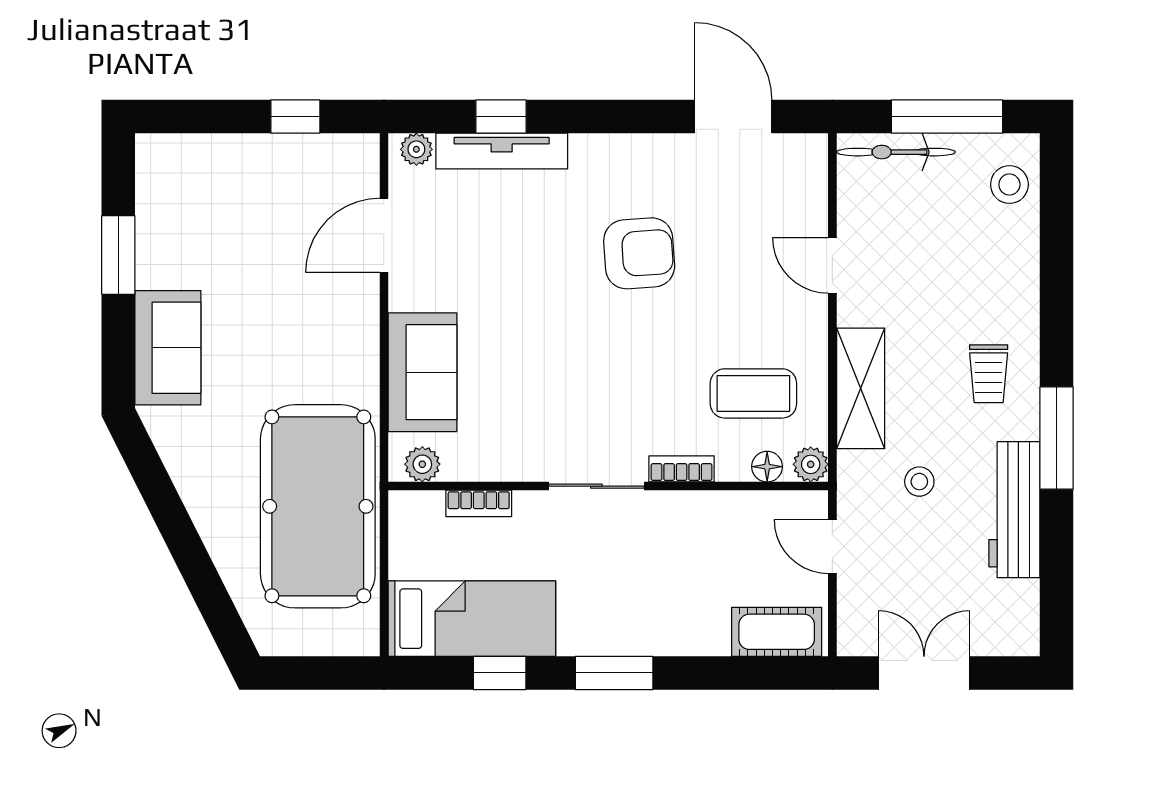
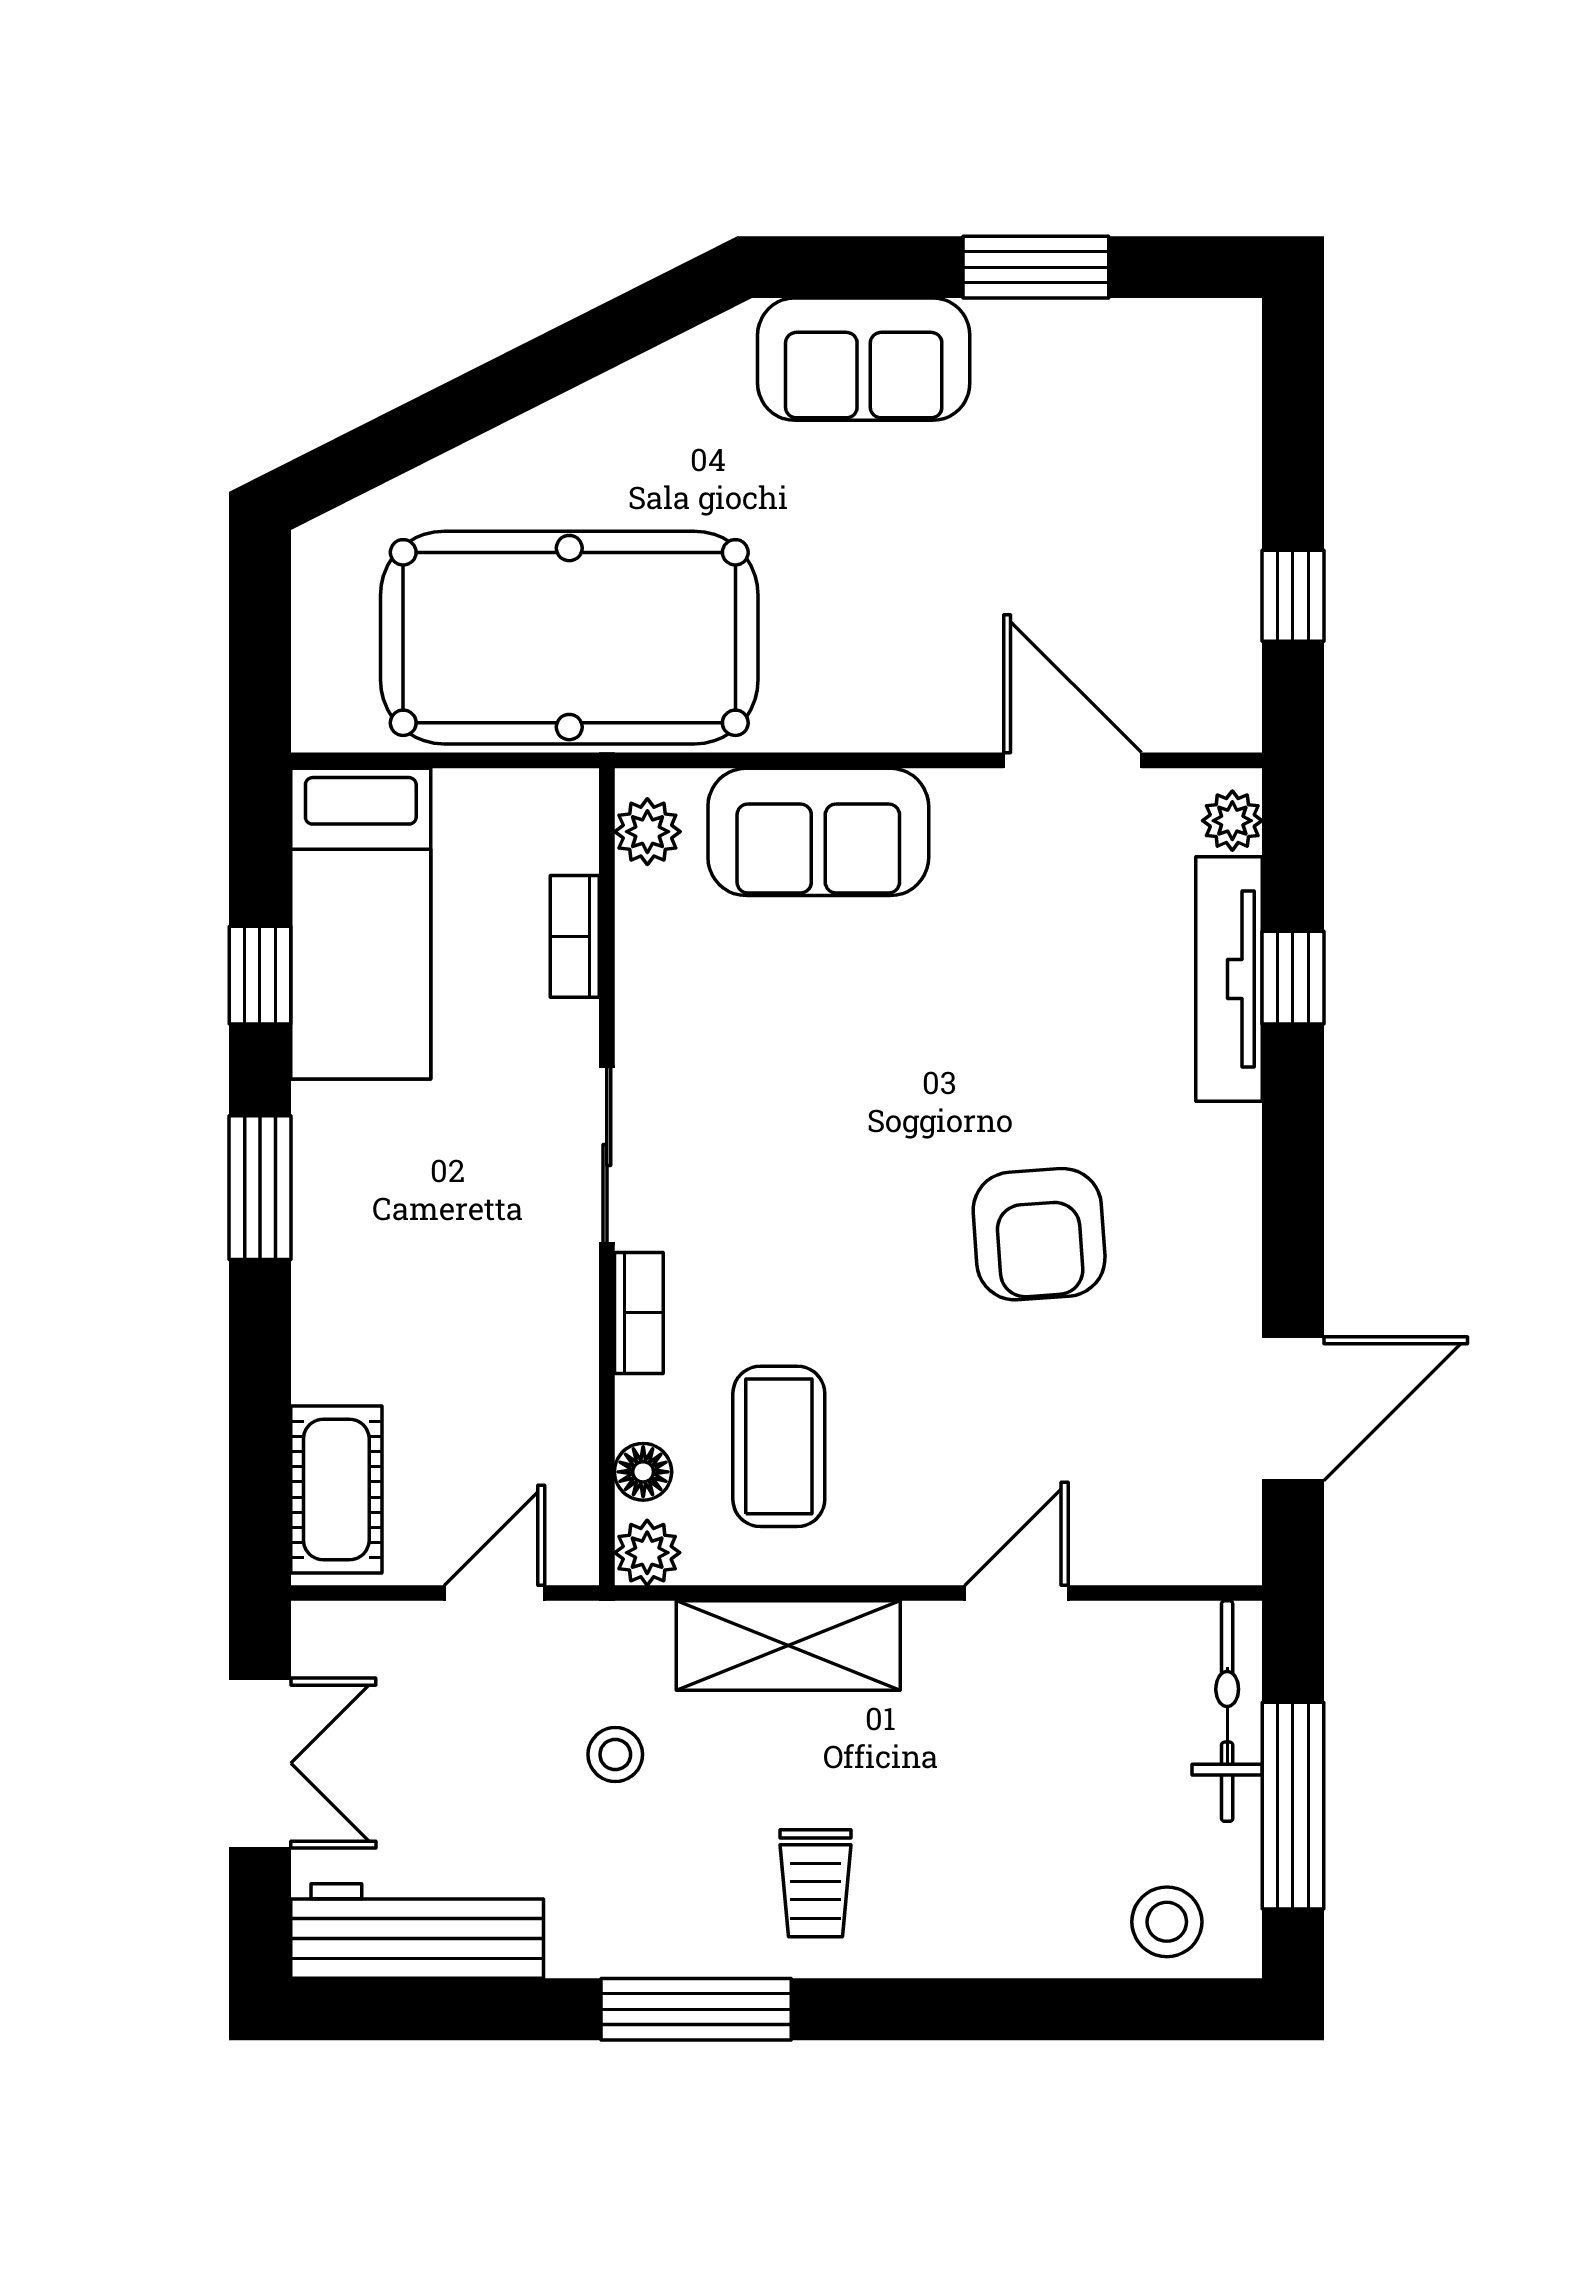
trolley: (989, 374) -> (816, 1883), turned -90
workbench: (1014, 510) -> (417, 1931), moved

